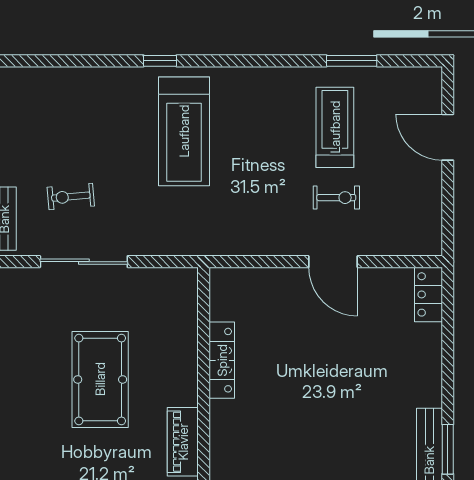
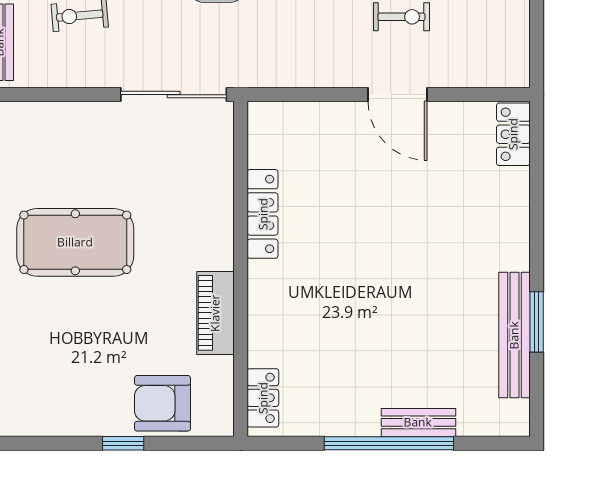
sliding door: (84, 262) -> (174, 95), moved
pool table: (100, 379) -> (75, 242), moved, turned 90

